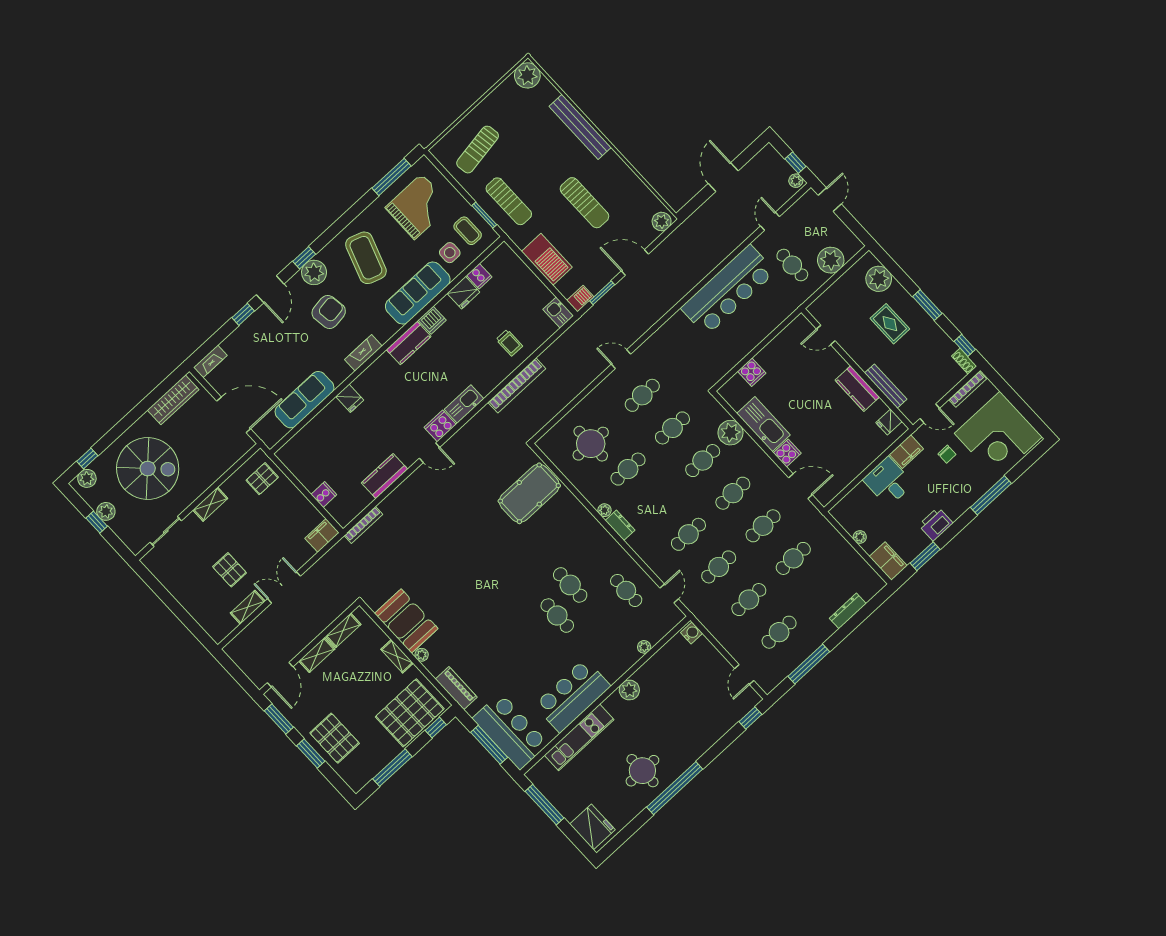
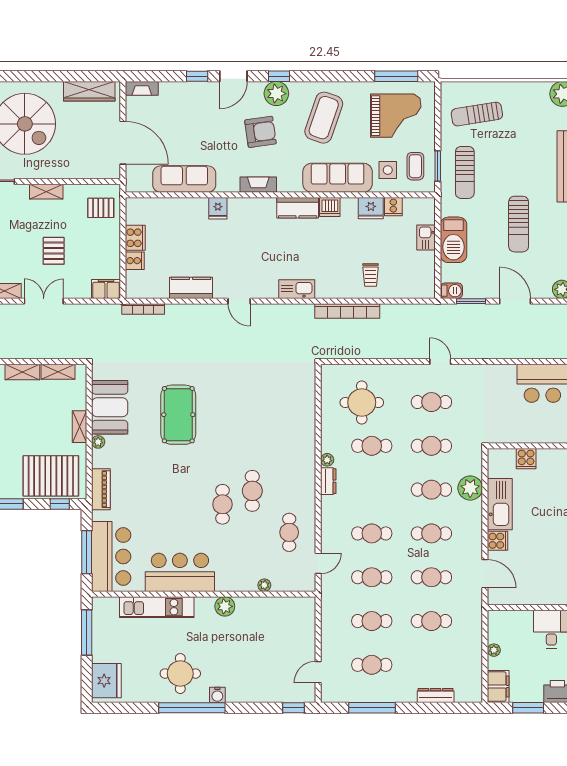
kitchen sink: (558, 312) -> (426, 237), moved
cooker: (440, 426) -> (135, 238), moved, turned 90
pool table: (529, 493) -> (178, 415), moved, turned 90
pallet: (230, 570) -> (54, 251), moved
water cooler: (692, 633) -> (217, 695), moved, turned 90

